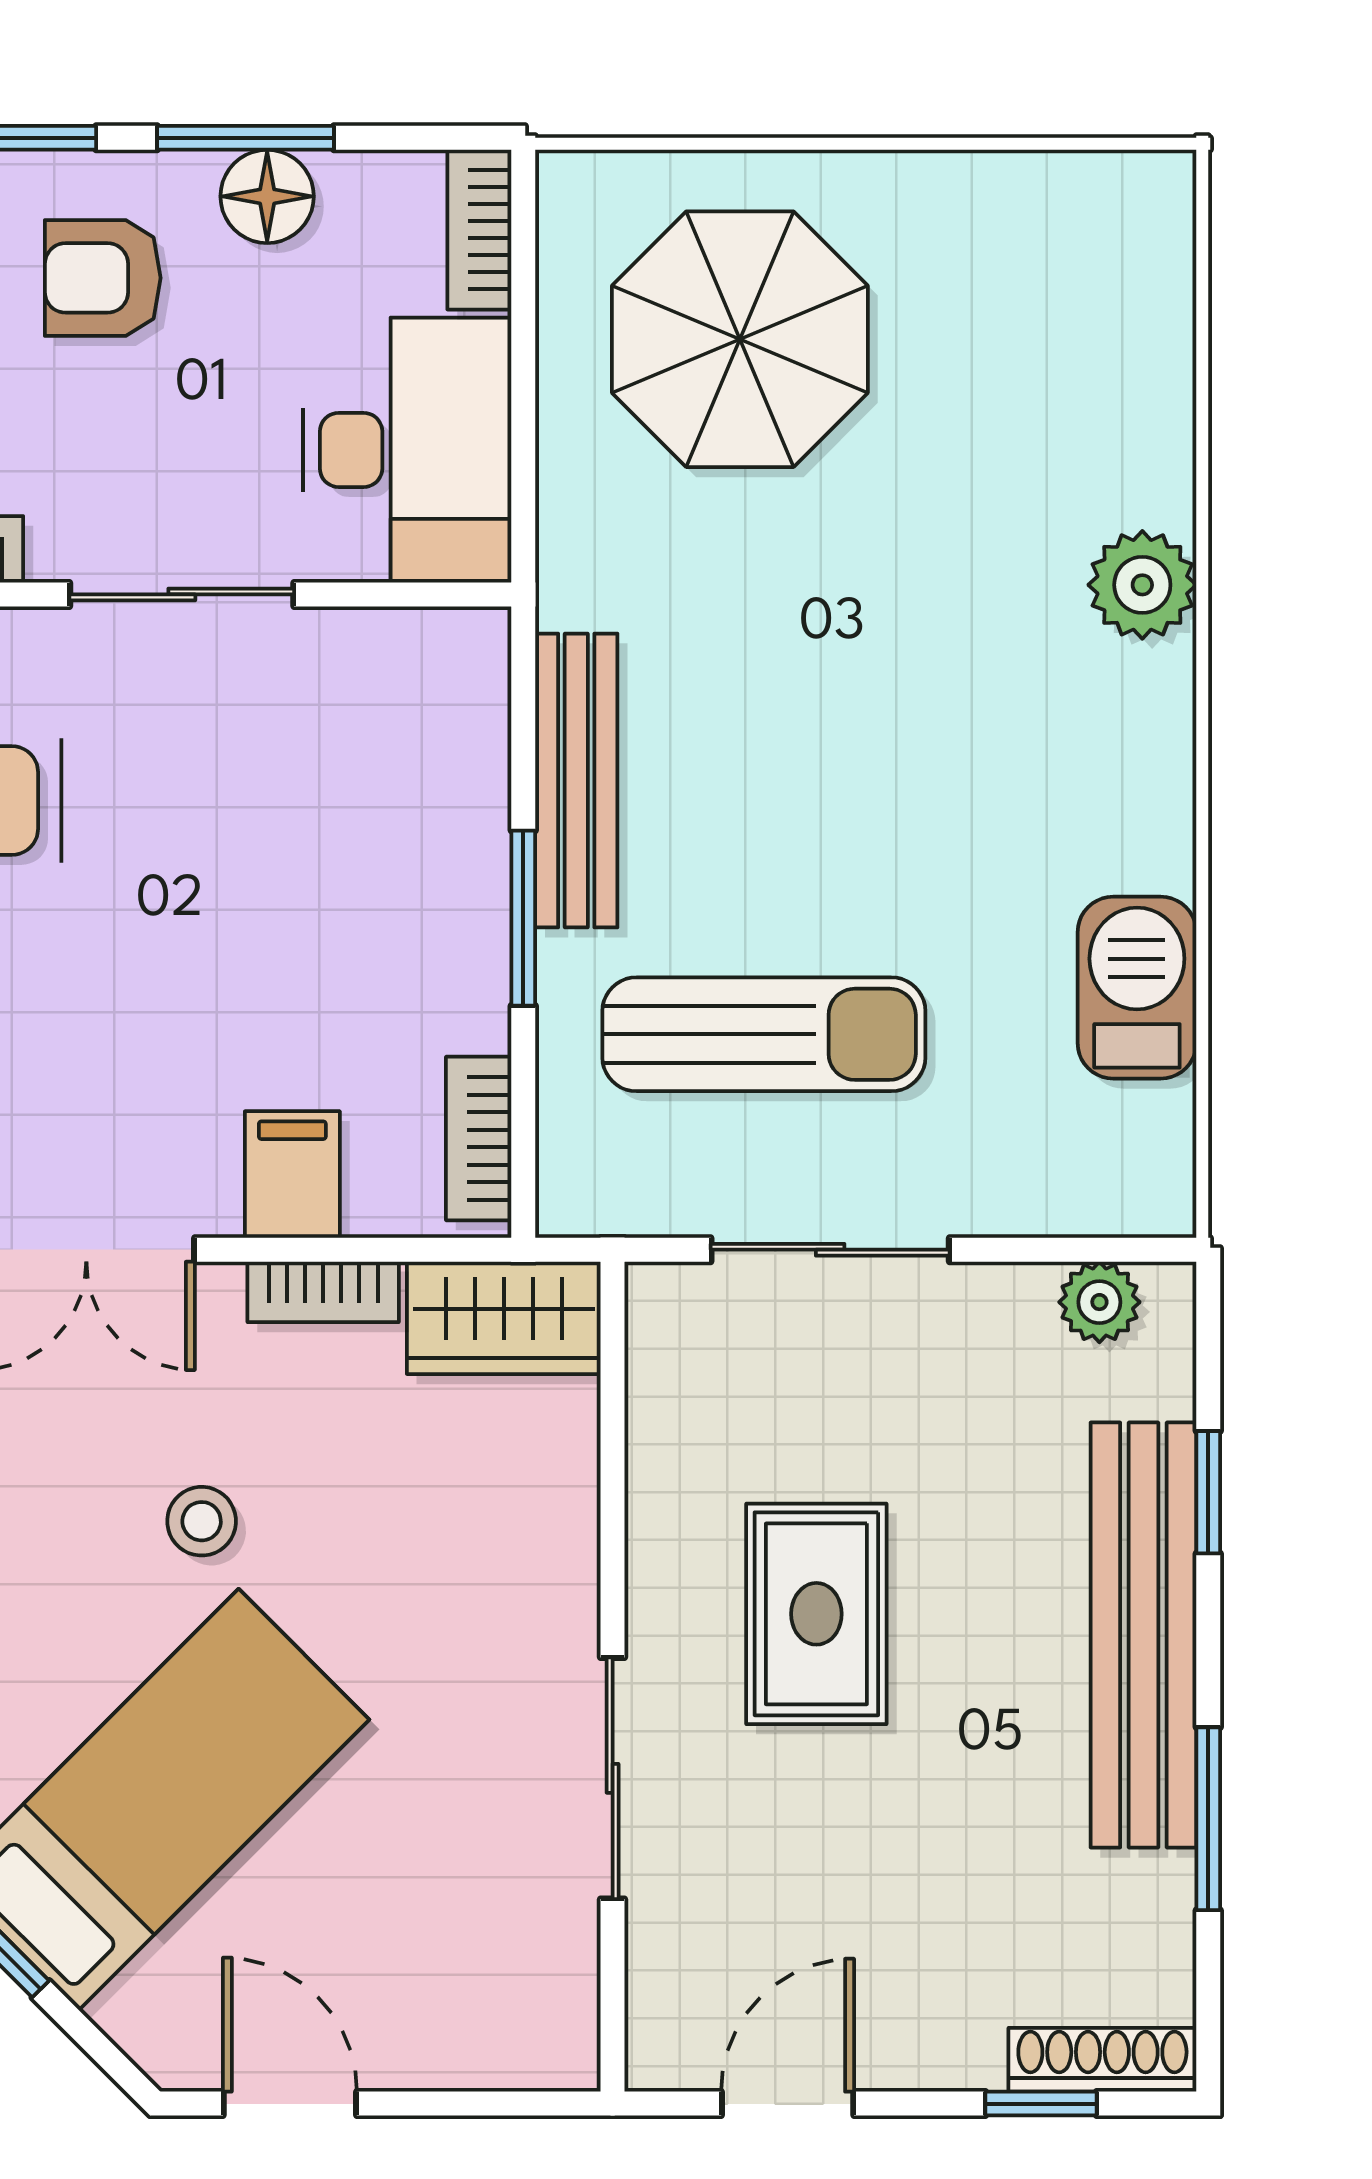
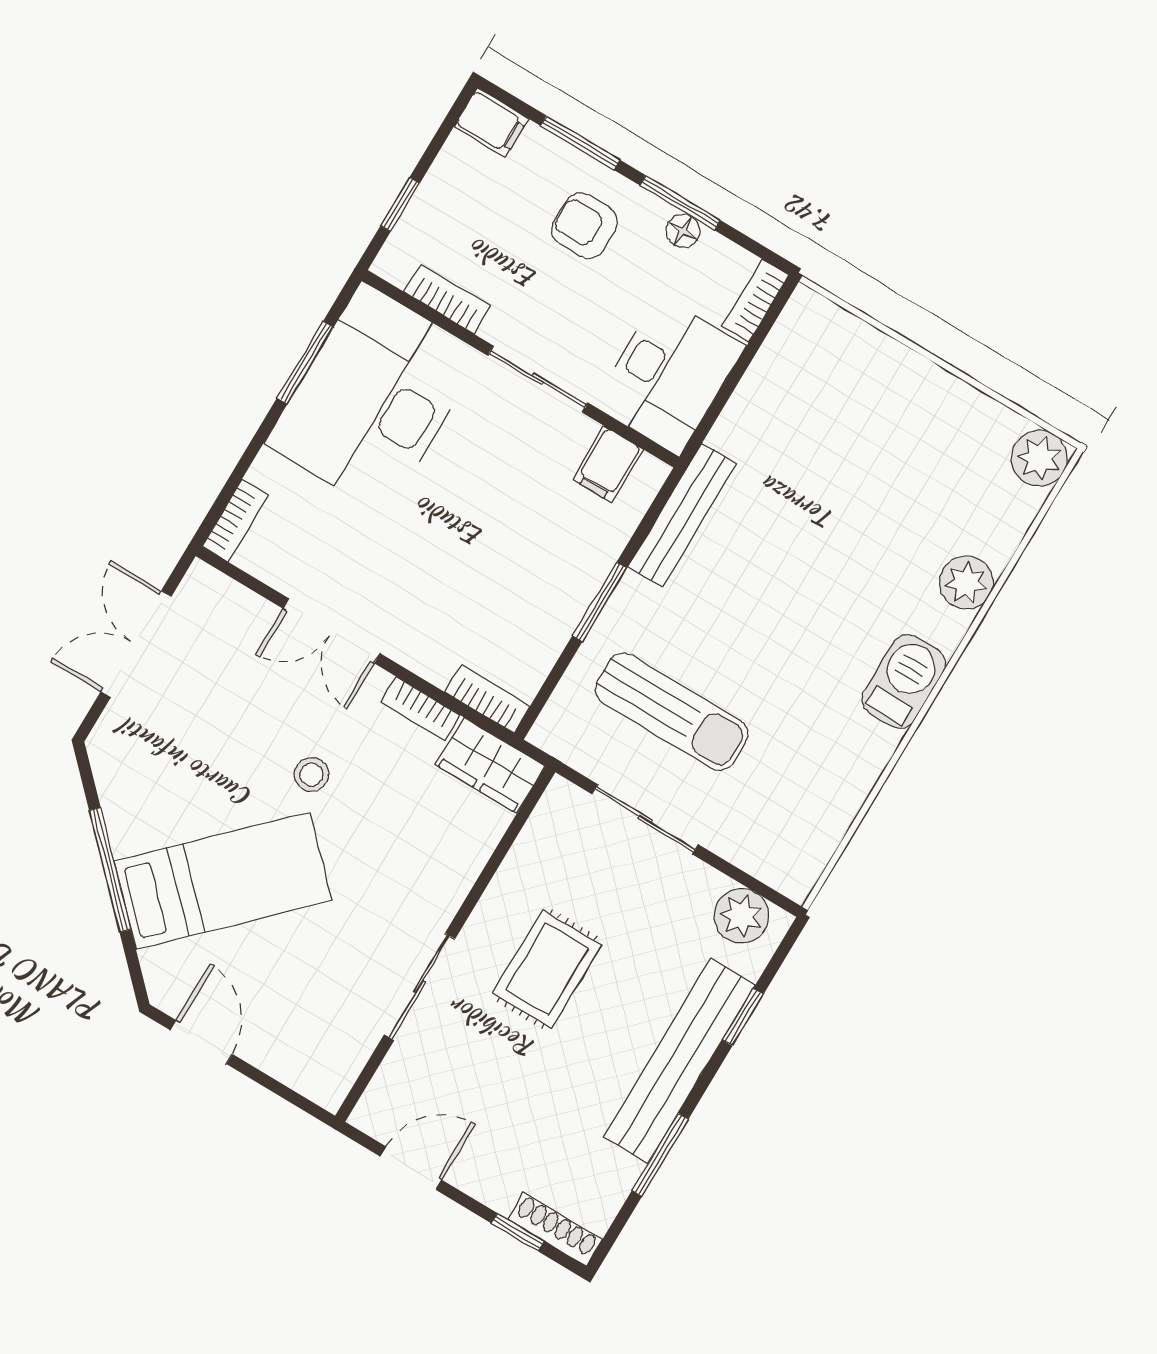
floor lamp: (267, 196) -> (683, 231), width x0.73, depth x0.73
plant: (1140, 206) -> (1039, 458), added
parasol: (740, 339) -> (837, 413), removed
plant: (1142, 585) -> (966, 583), moved
bench: (576, 780) -> (682, 515), moved
barbecue: (1137, 988) -> (904, 681), moved
bookcase: (479, 1139) -> (488, 699), moved, turned 90
filing cabinet: (292, 1175) -> (608, 464), moved, turned 180
plant: (1099, 1302) -> (741, 916), width x1.38, depth x1.38

